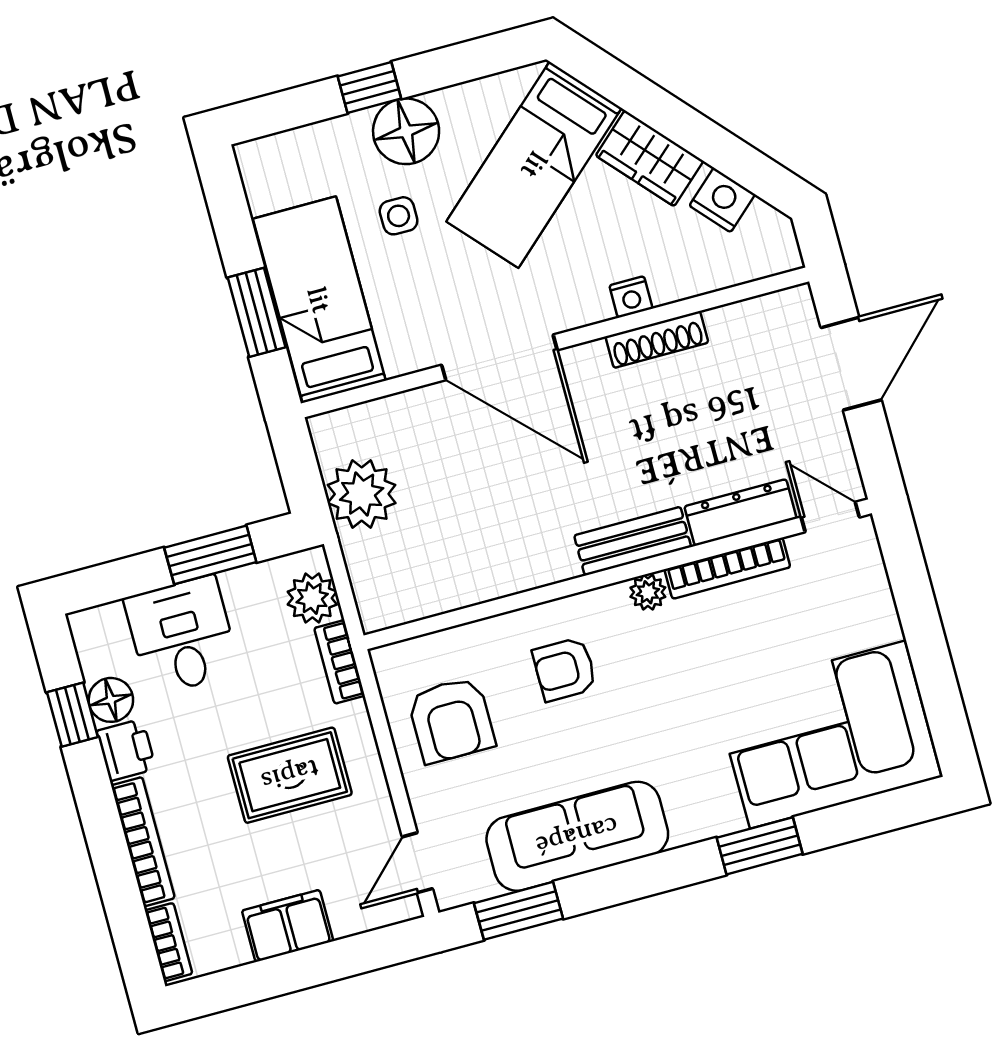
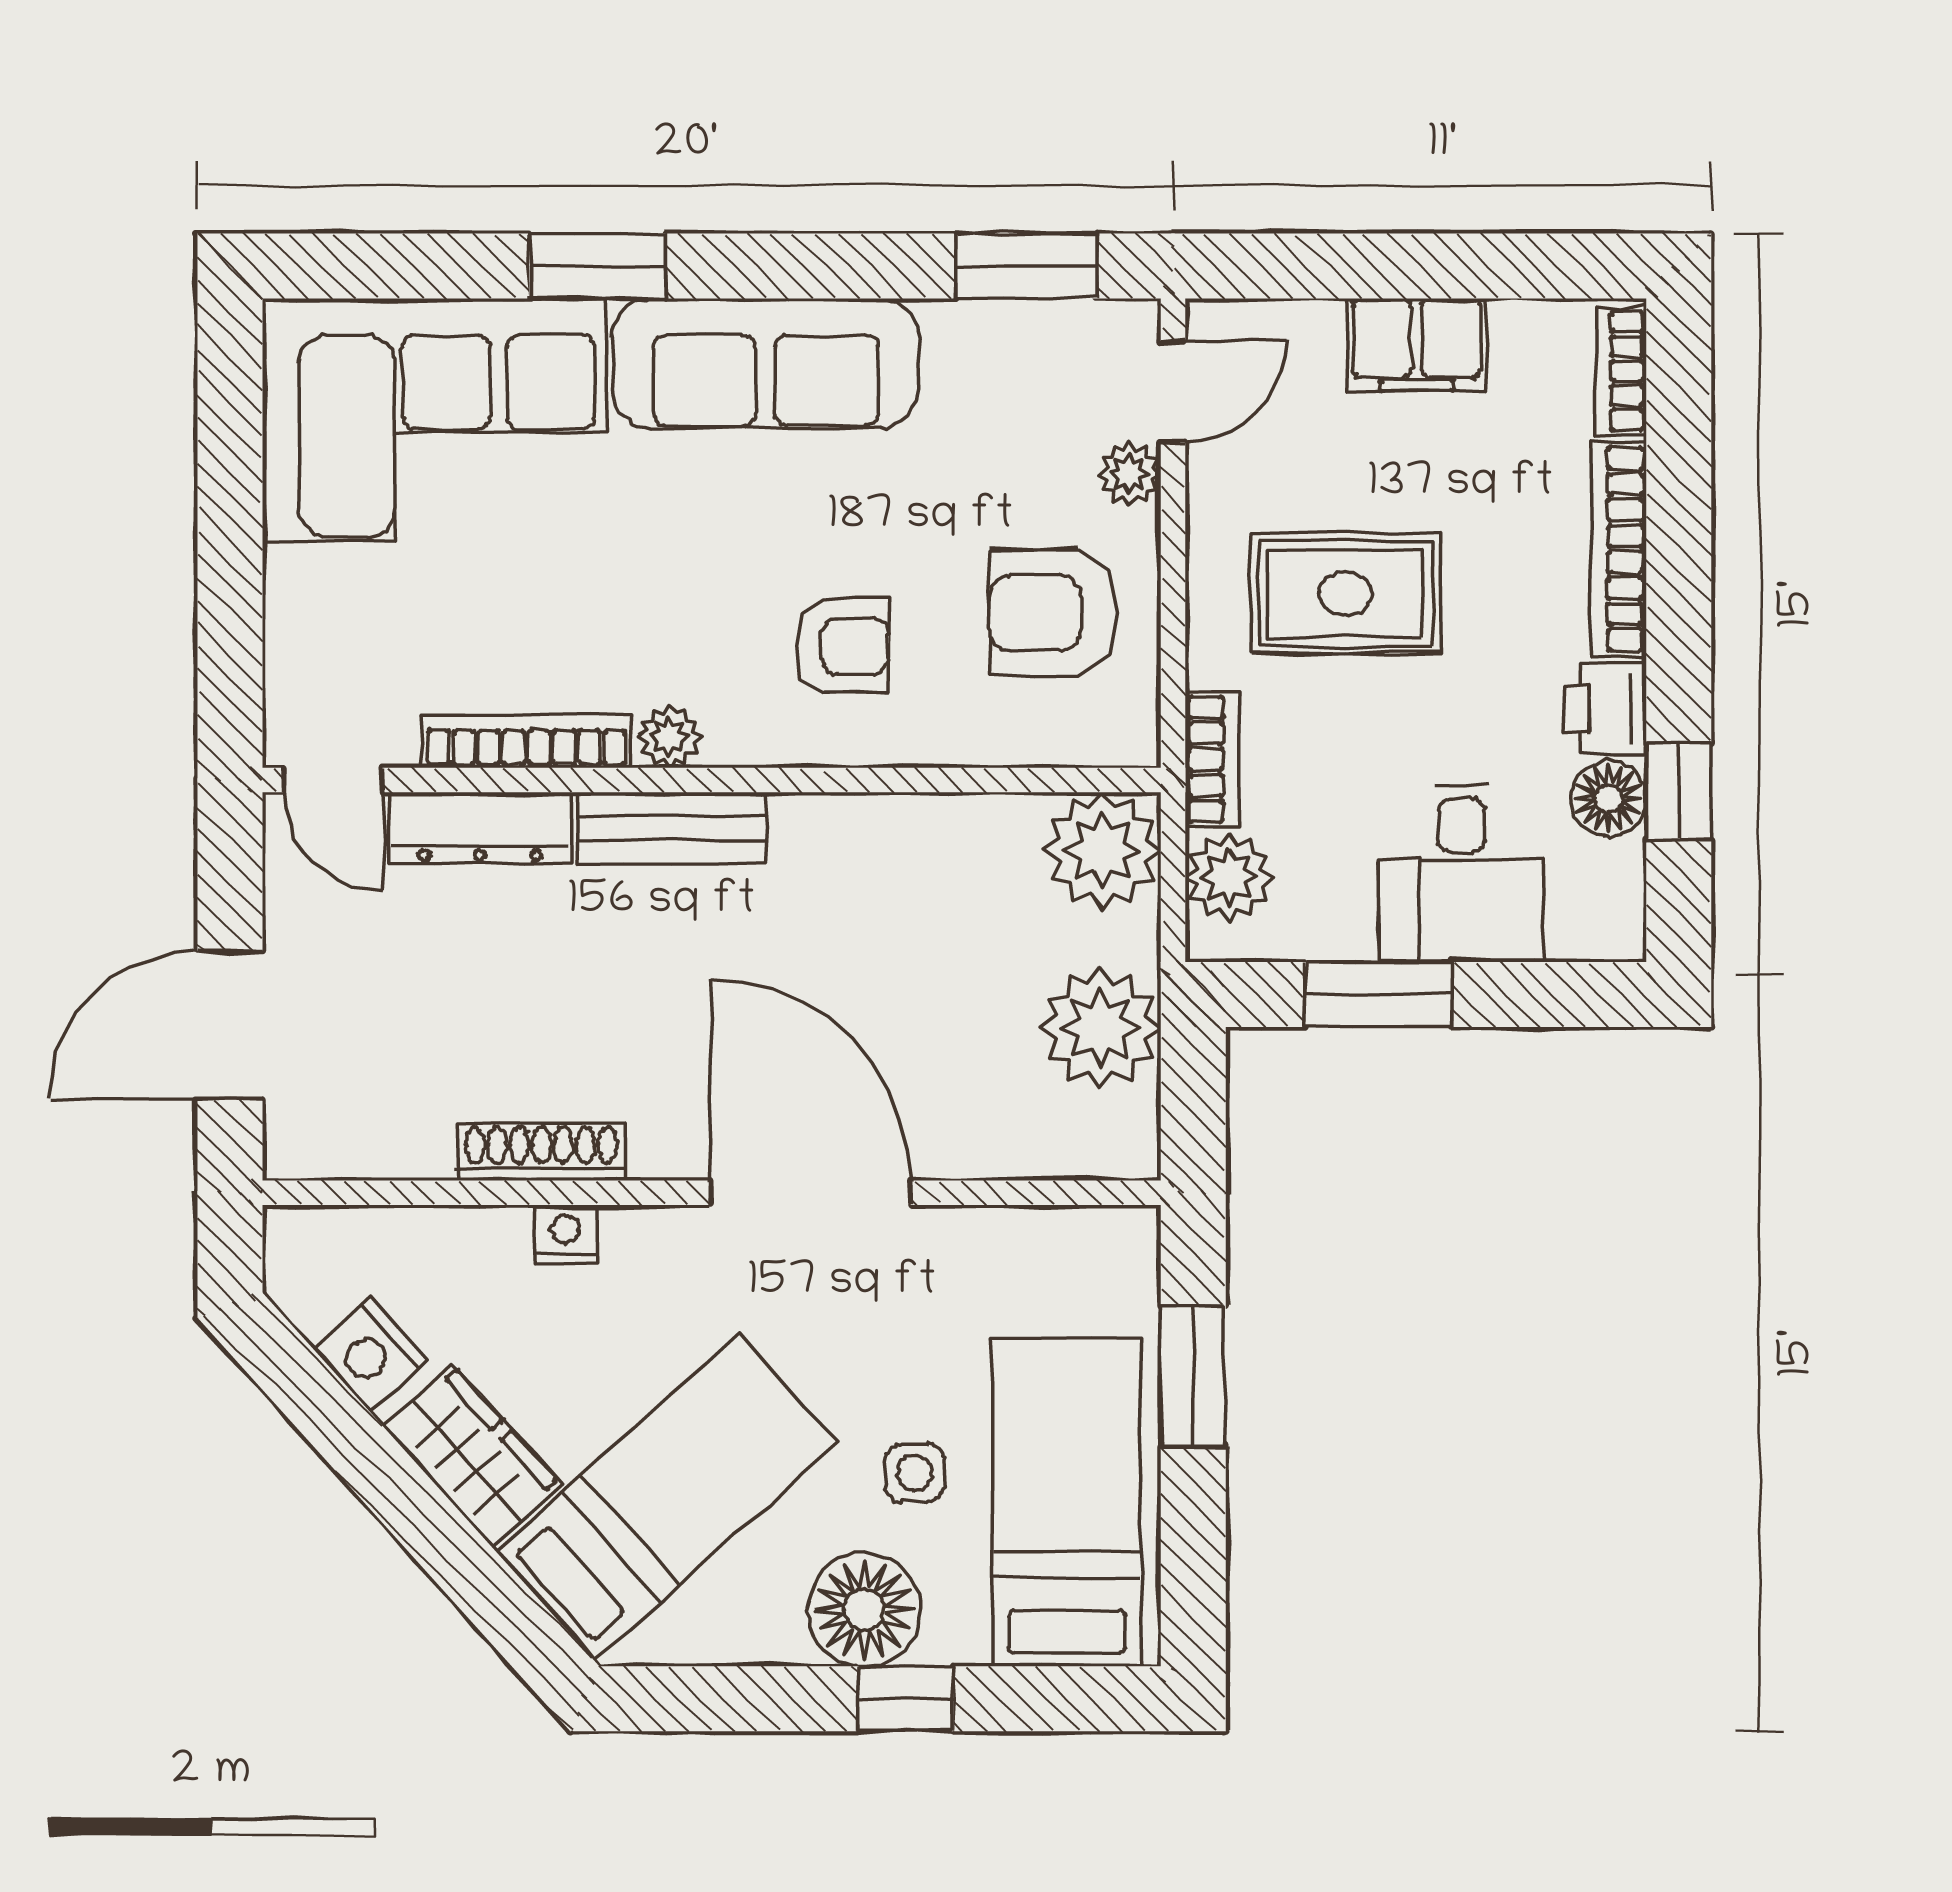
bed: (319, 300) -> (1067, 1502), moved, turned 180
plant: (387, 594) -> (1102, 850), added
armchair: (451, 720) -> (1053, 613), turned -90
plant: (429, 810) -> (1129, 474), added
sofa: (577, 836) -> (765, 363), moved

